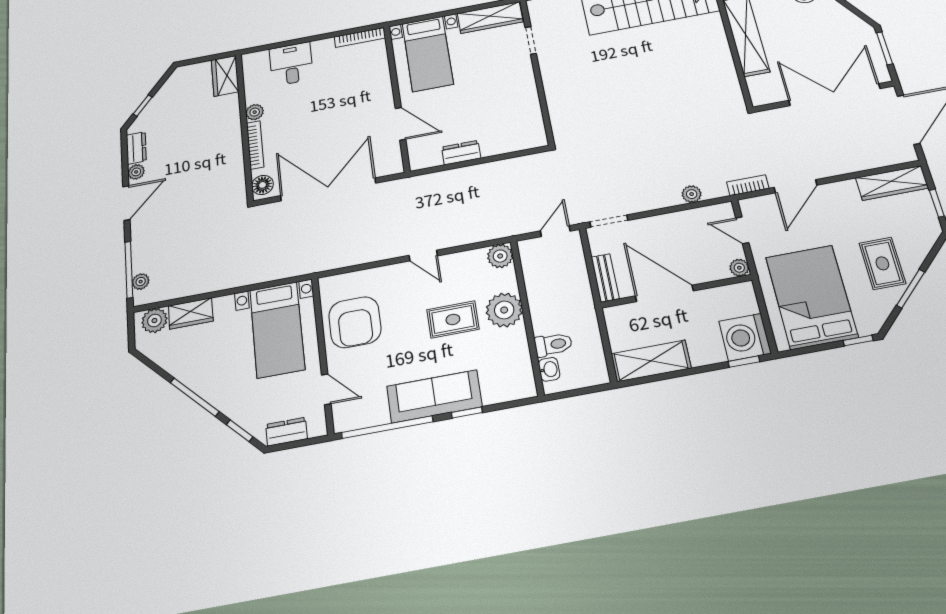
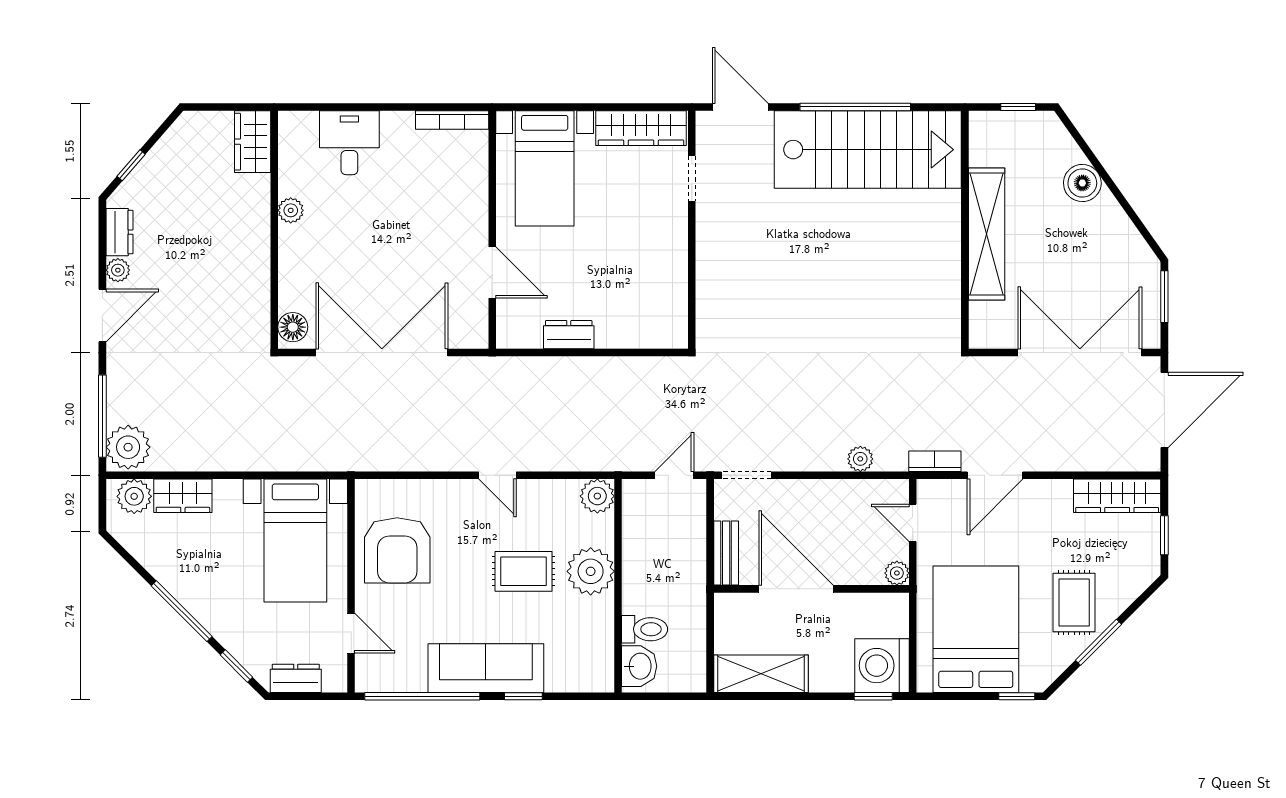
bookcase: (255, 145) -> (287, 263), removed
plant: (141, 282) -> (128, 447), width x1.88, depth x1.88
washbasin: (549, 369) -> (639, 666), width x1.38, depth x1.45

